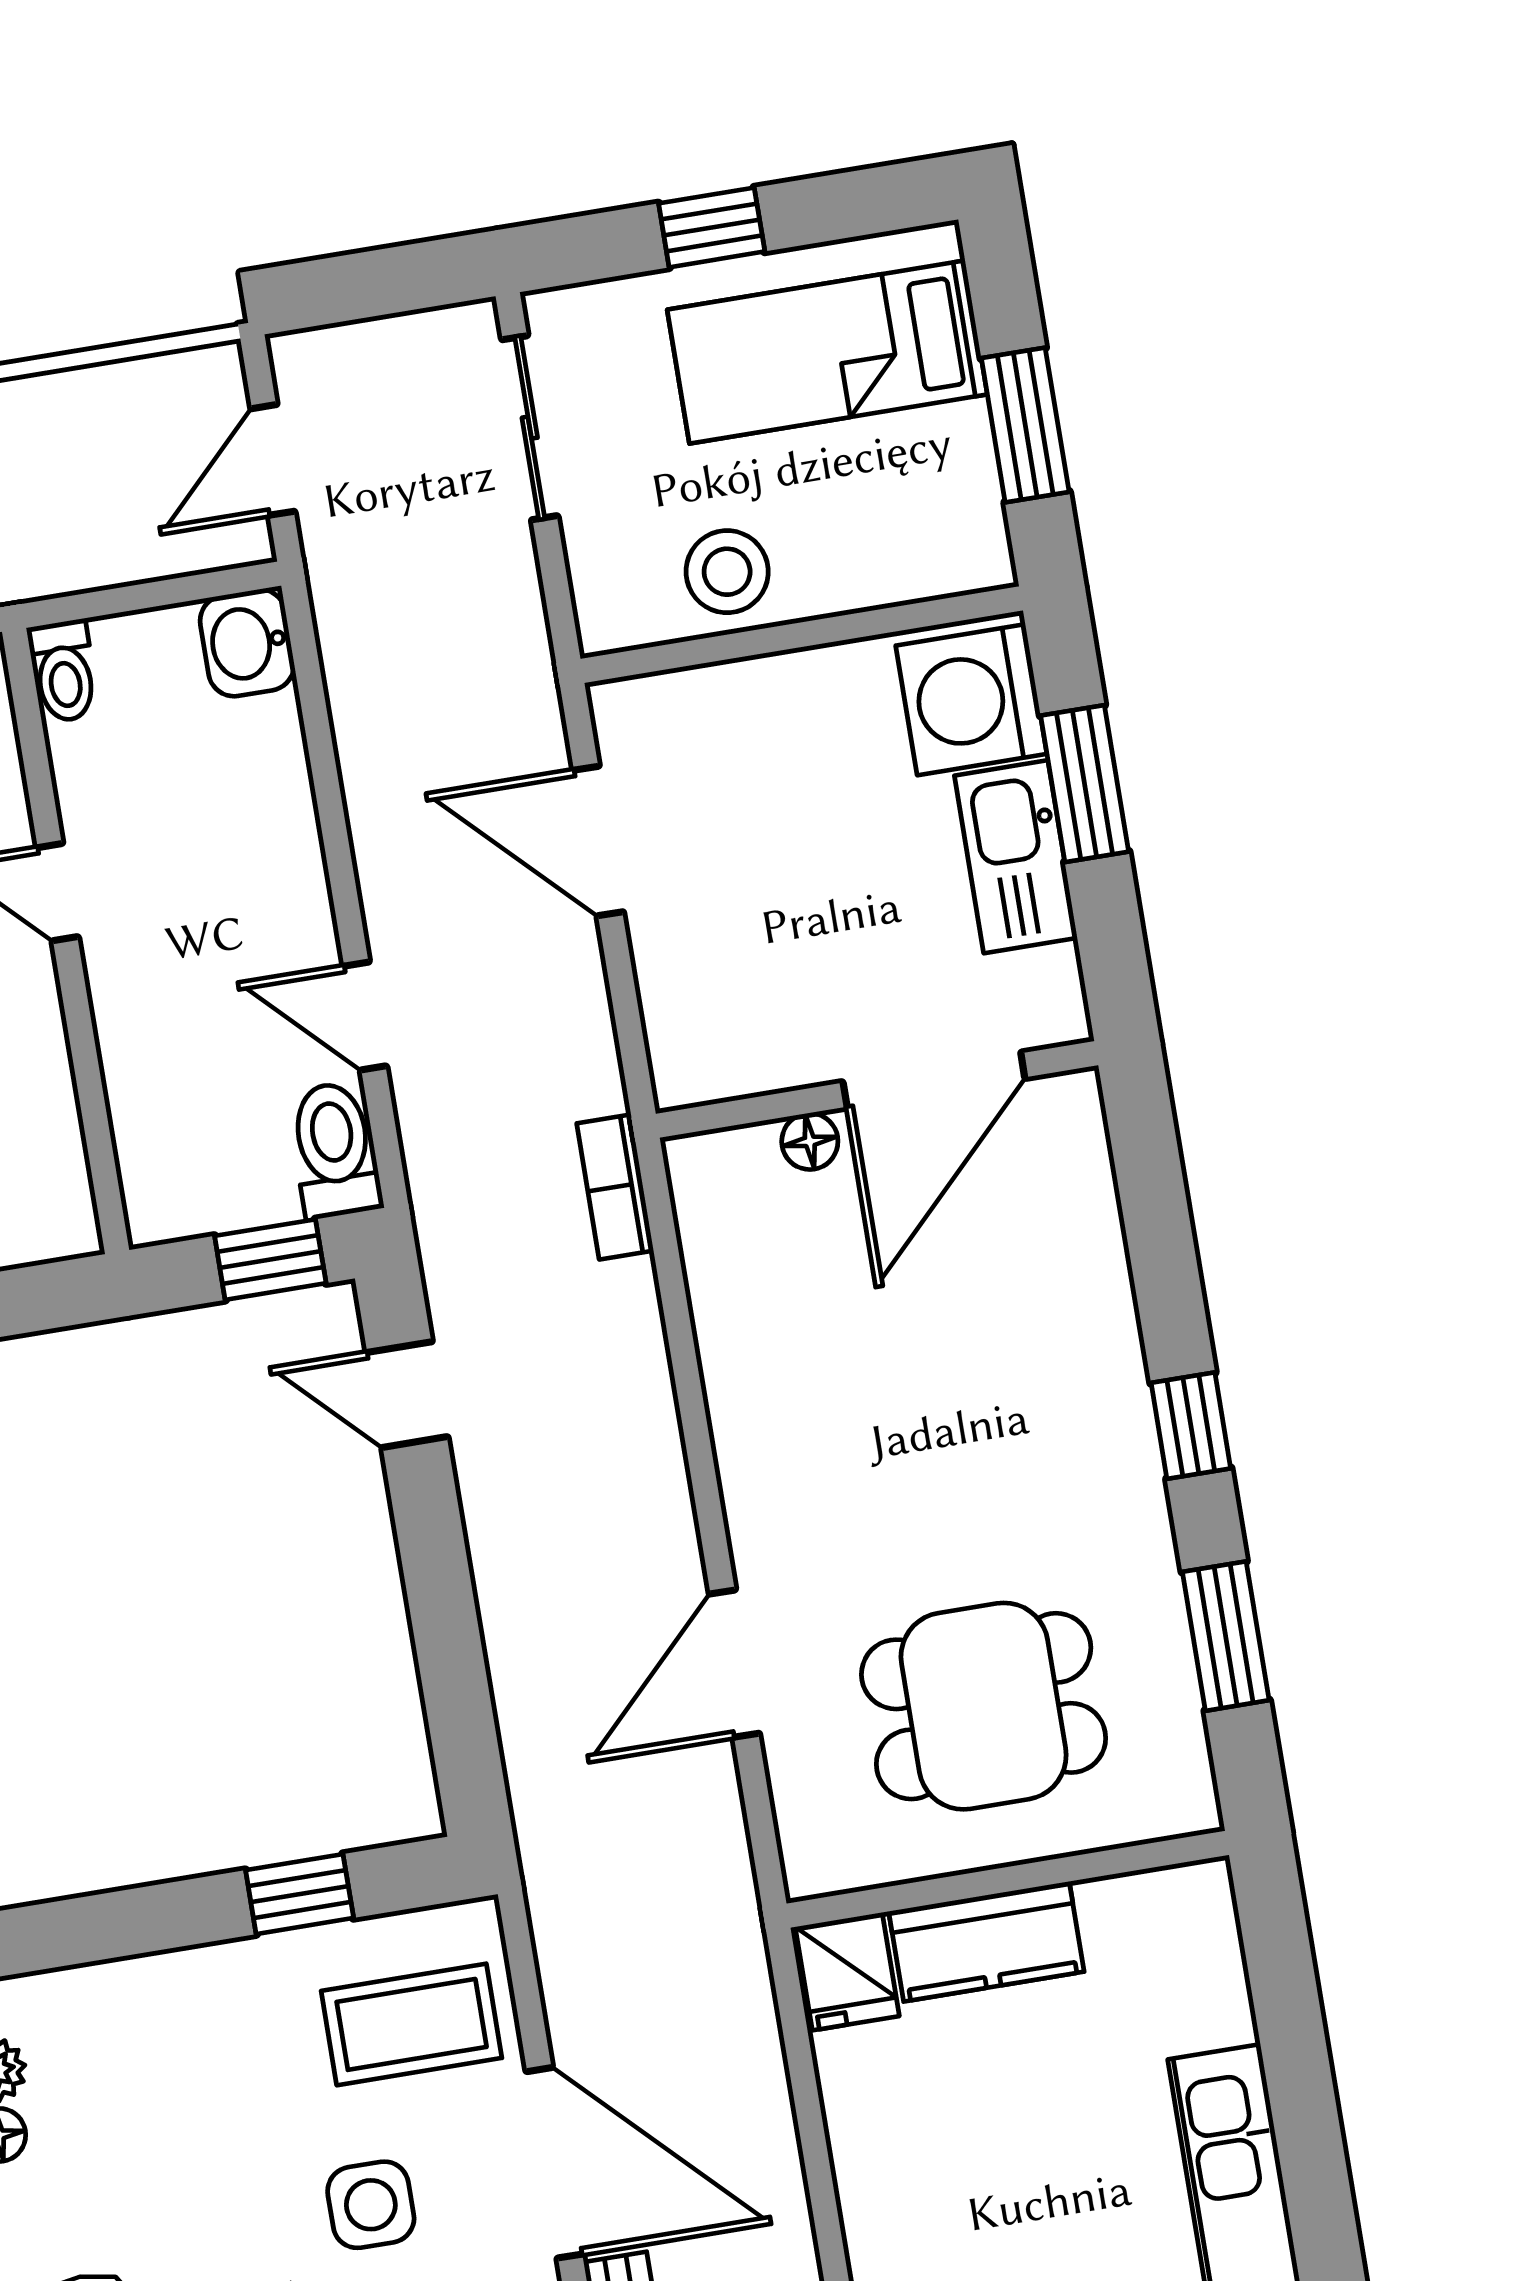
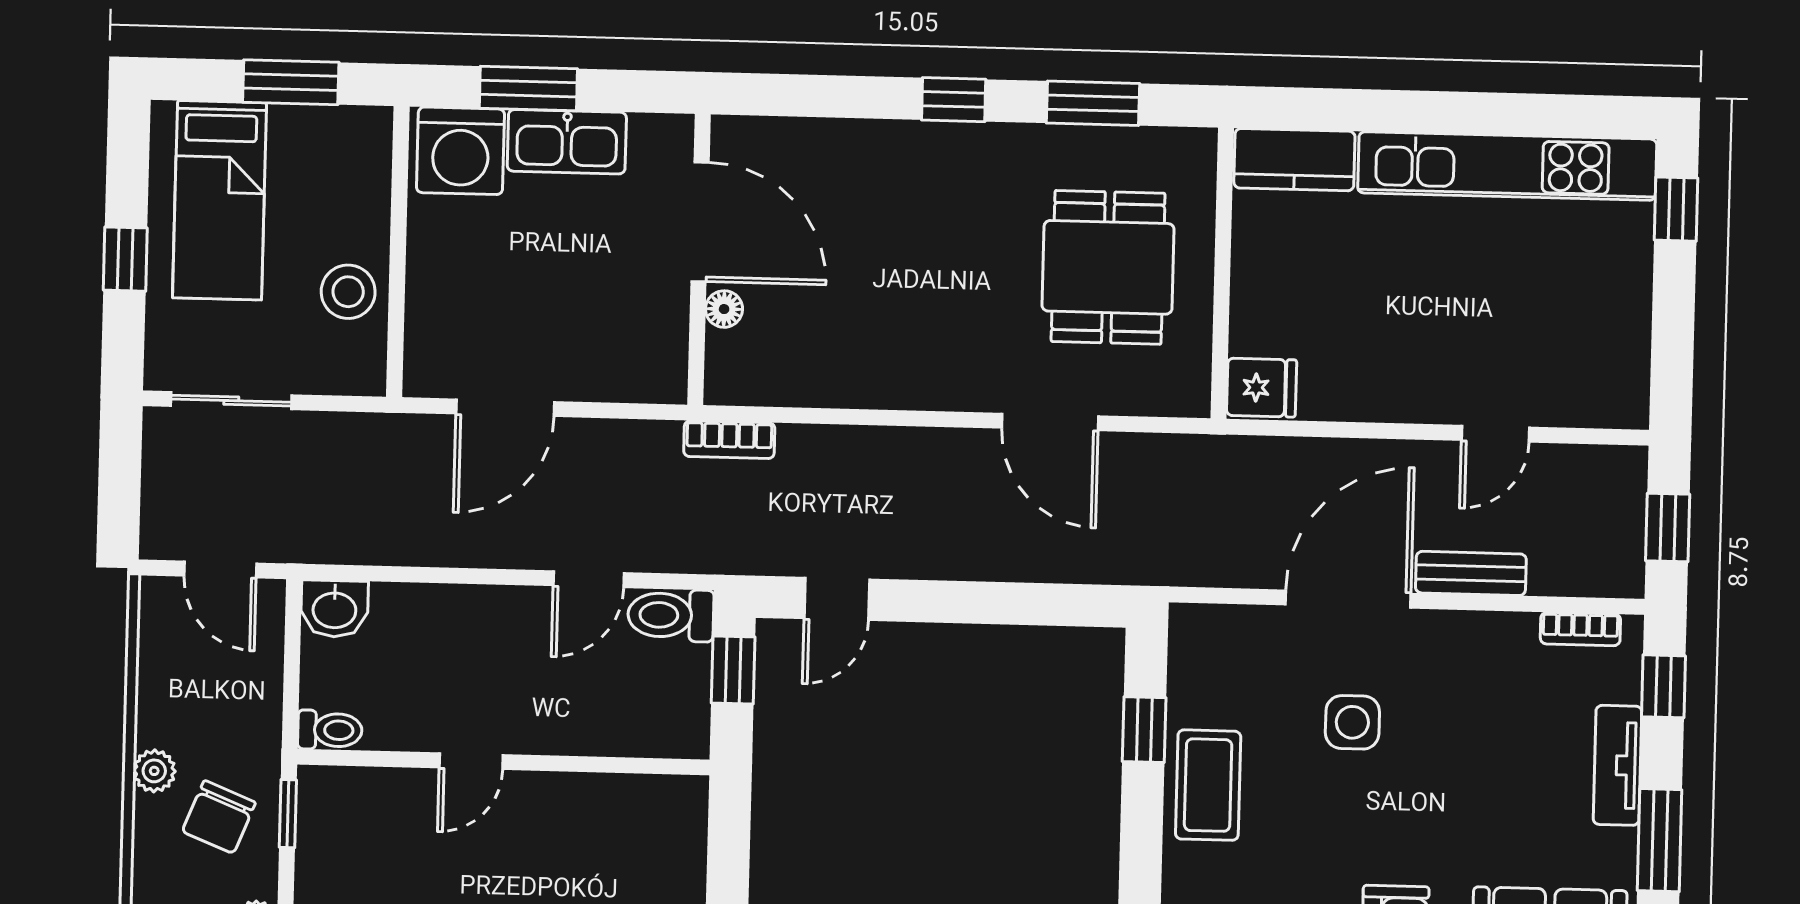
kitchen counter: (986, 1942) -> (1294, 160), moved, turned 90
coffee table: (412, 2024) -> (1208, 785), moved

